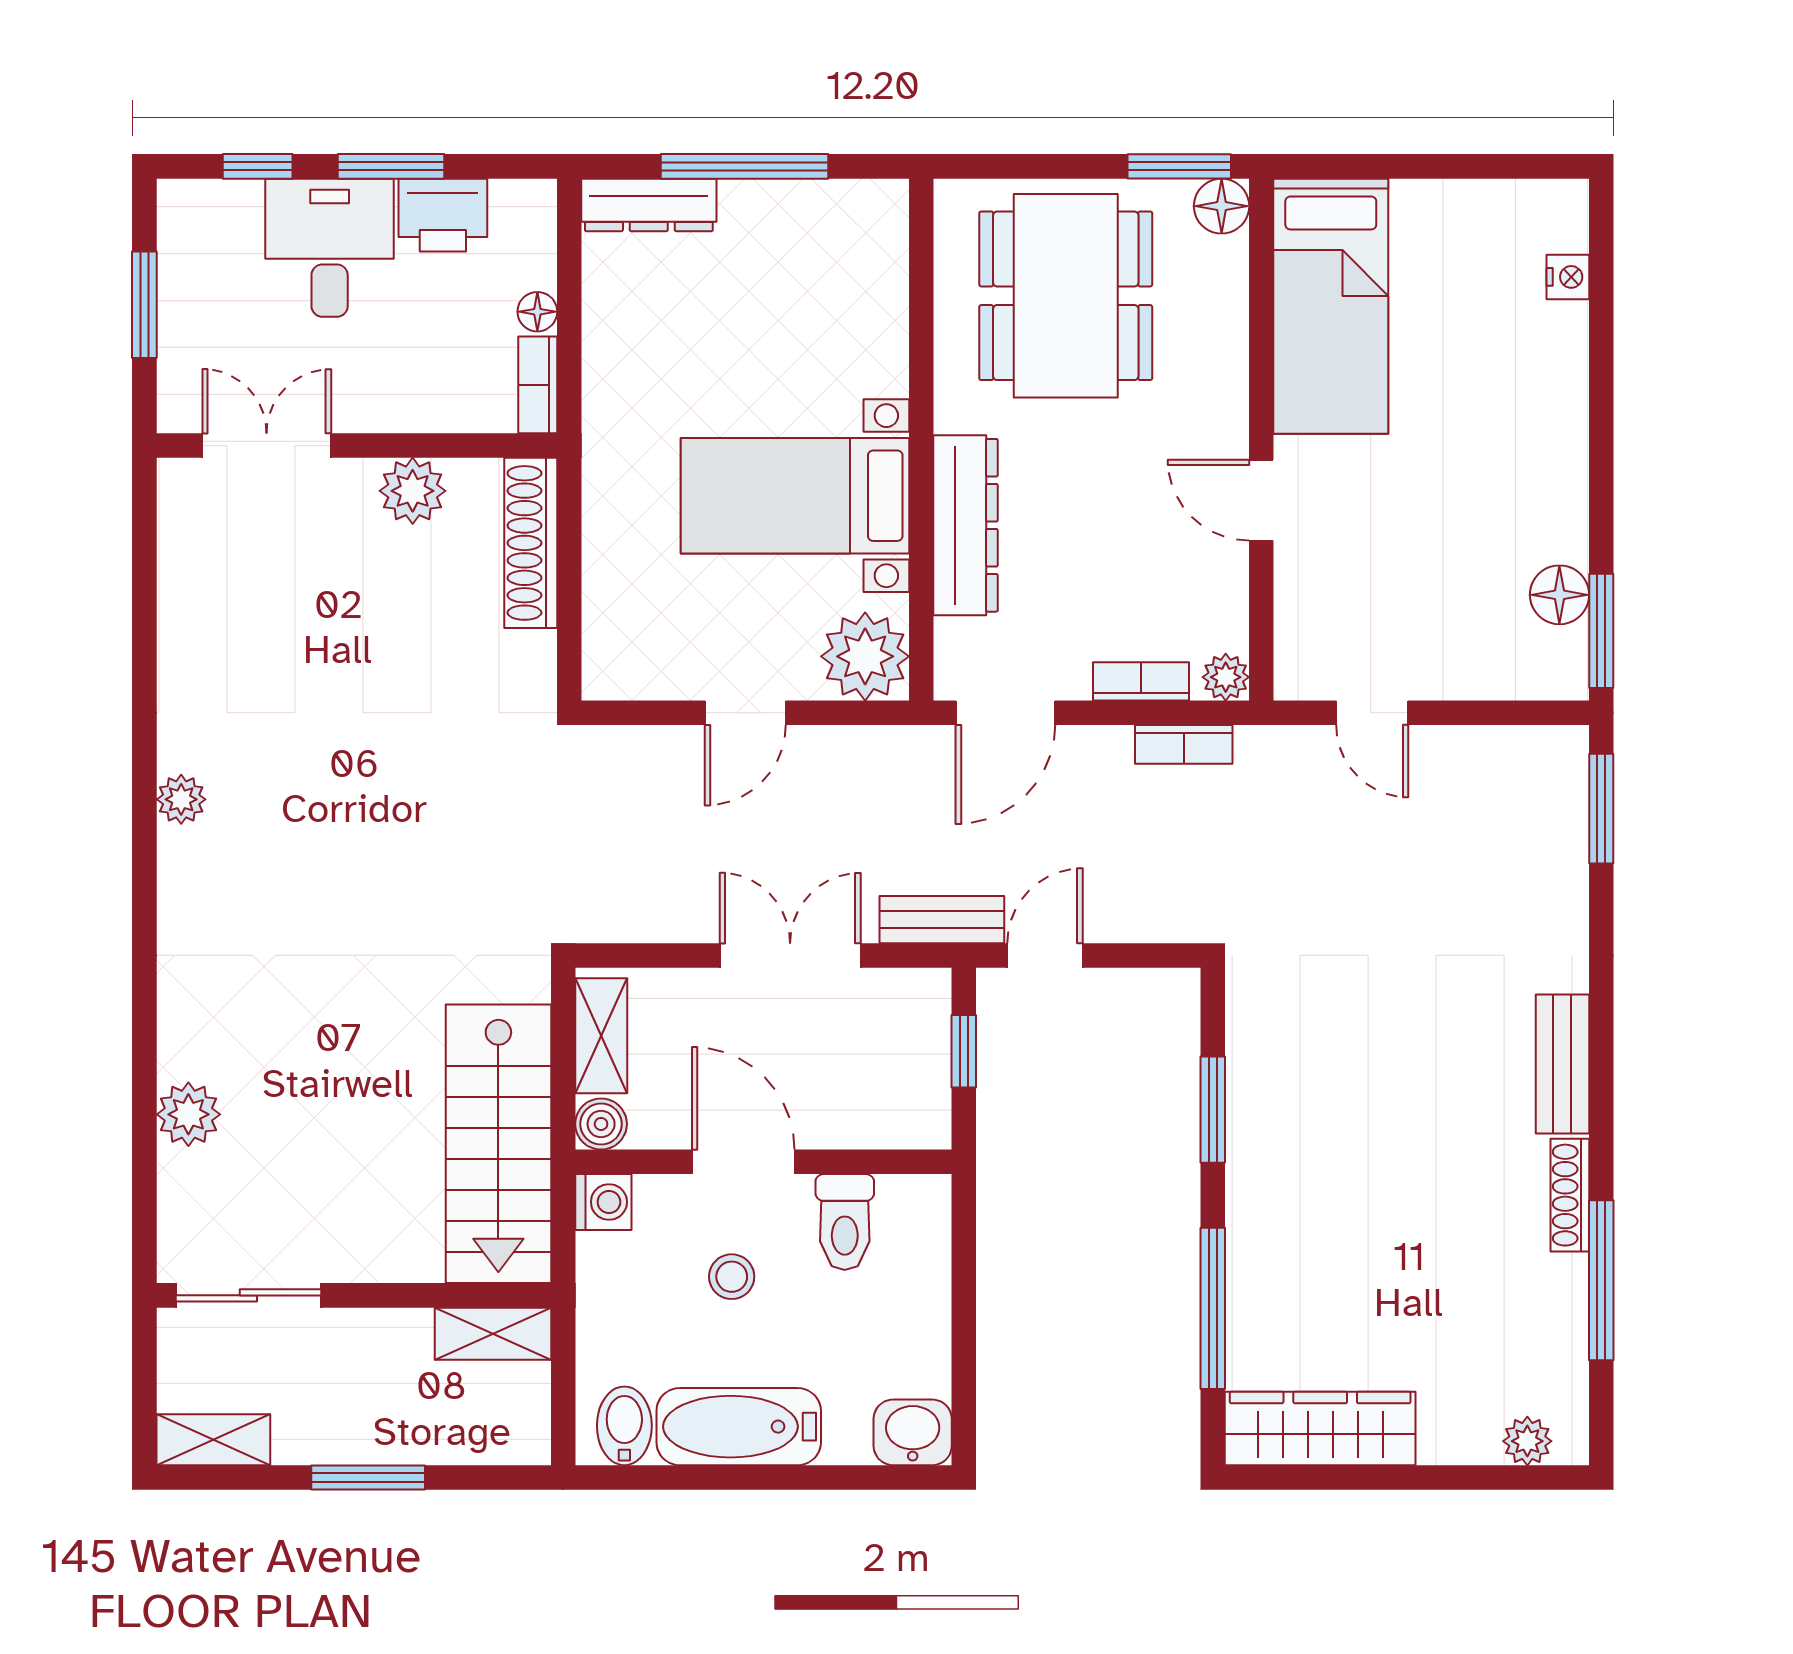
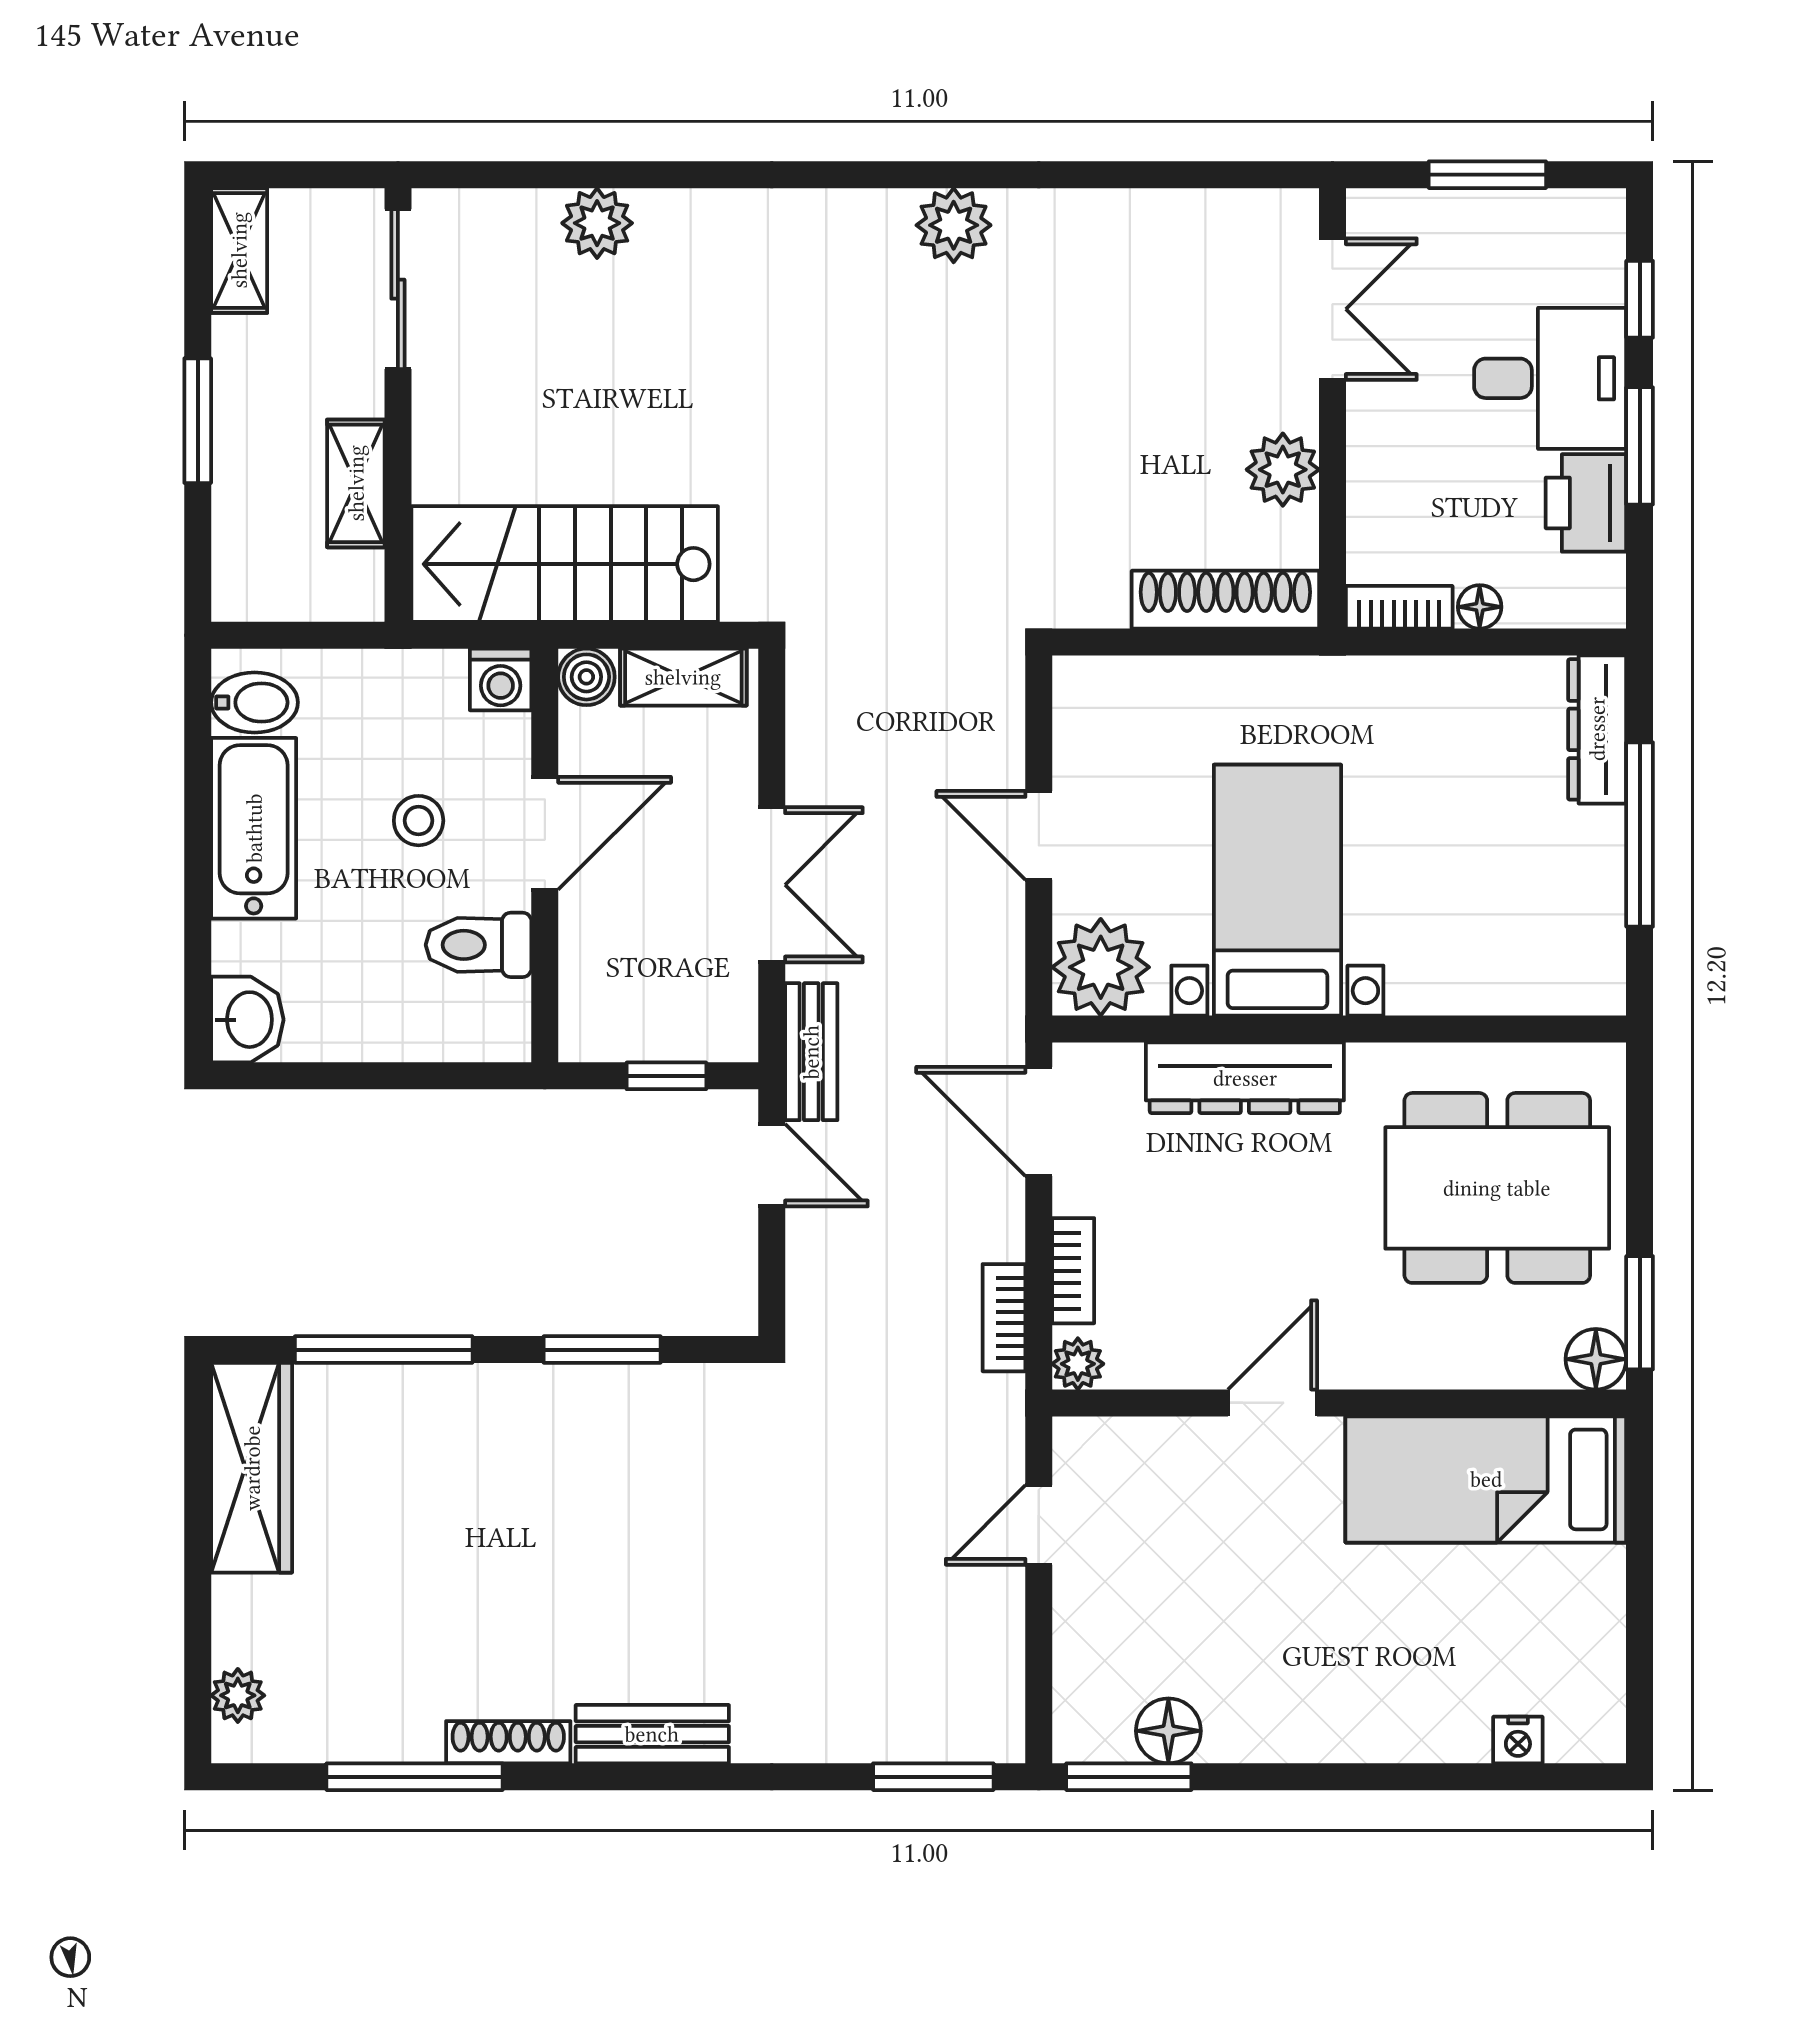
plant: (181, 799) -> (954, 225), width x1.38, depth x1.38
shelving: (493, 1334) -> (356, 483), moved

